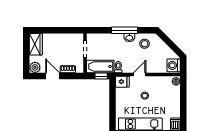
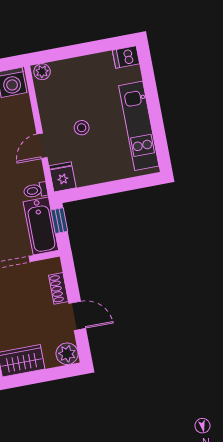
door: (140, 74) -> (42, 146), hinge flipped
door: (53, 76) -> (77, 316), swing flipped

